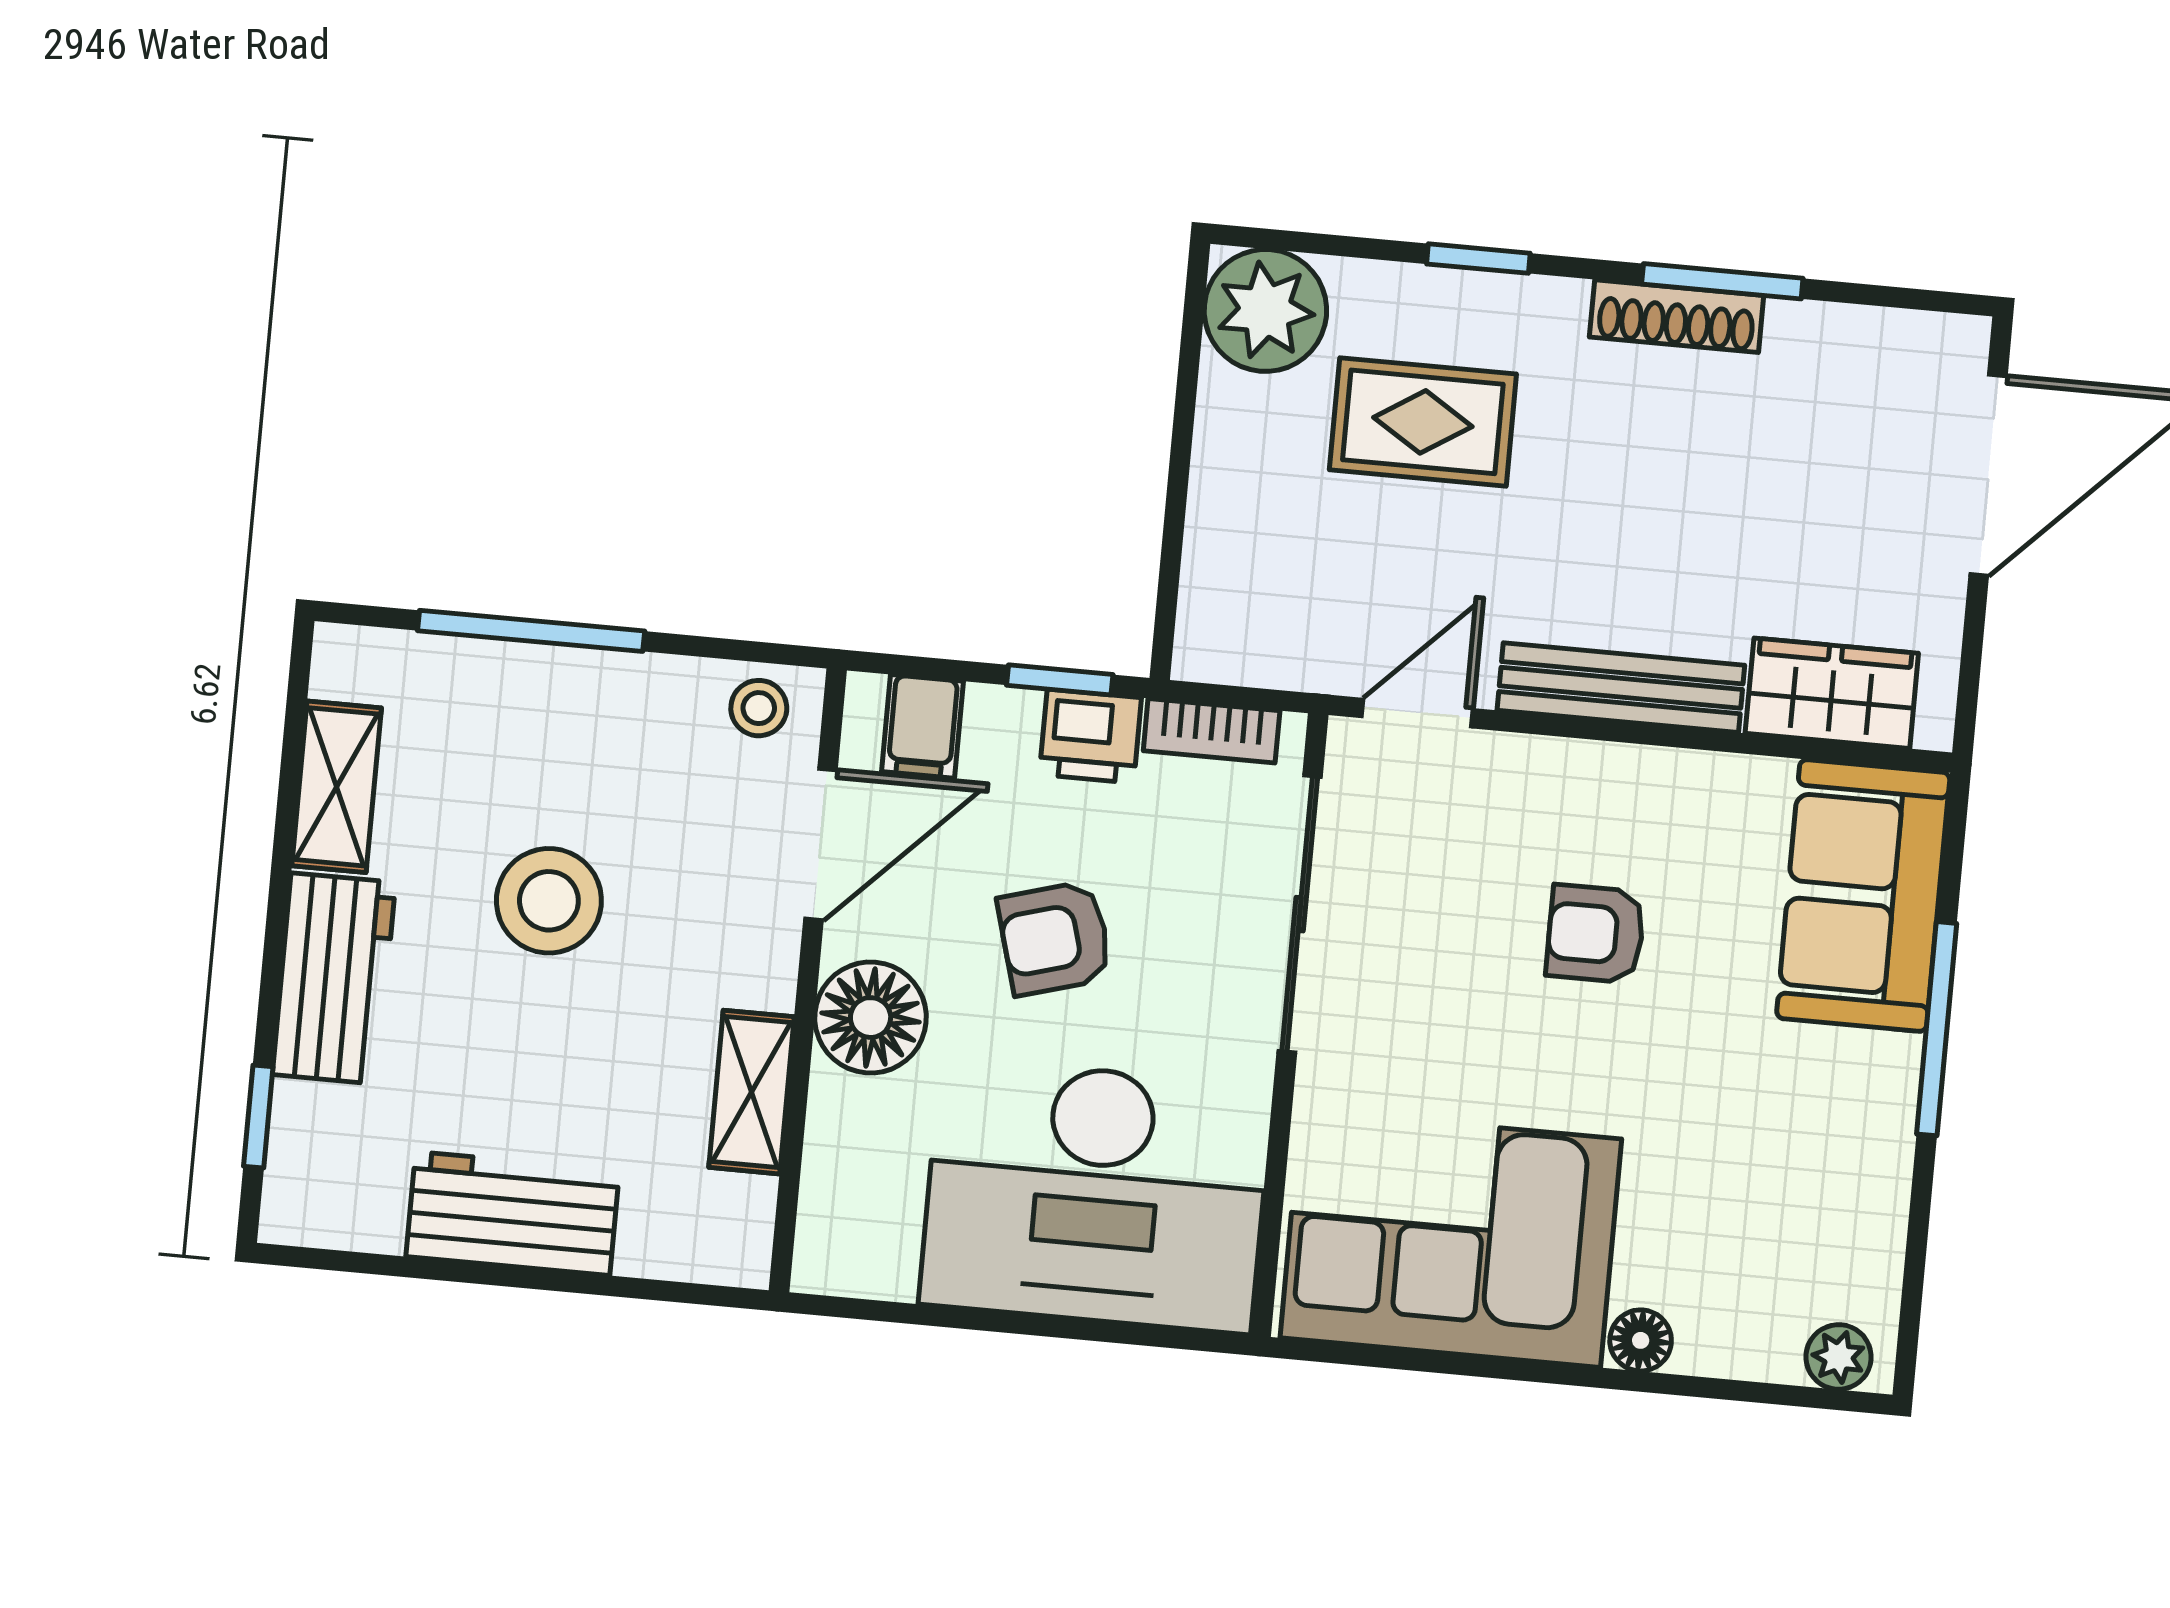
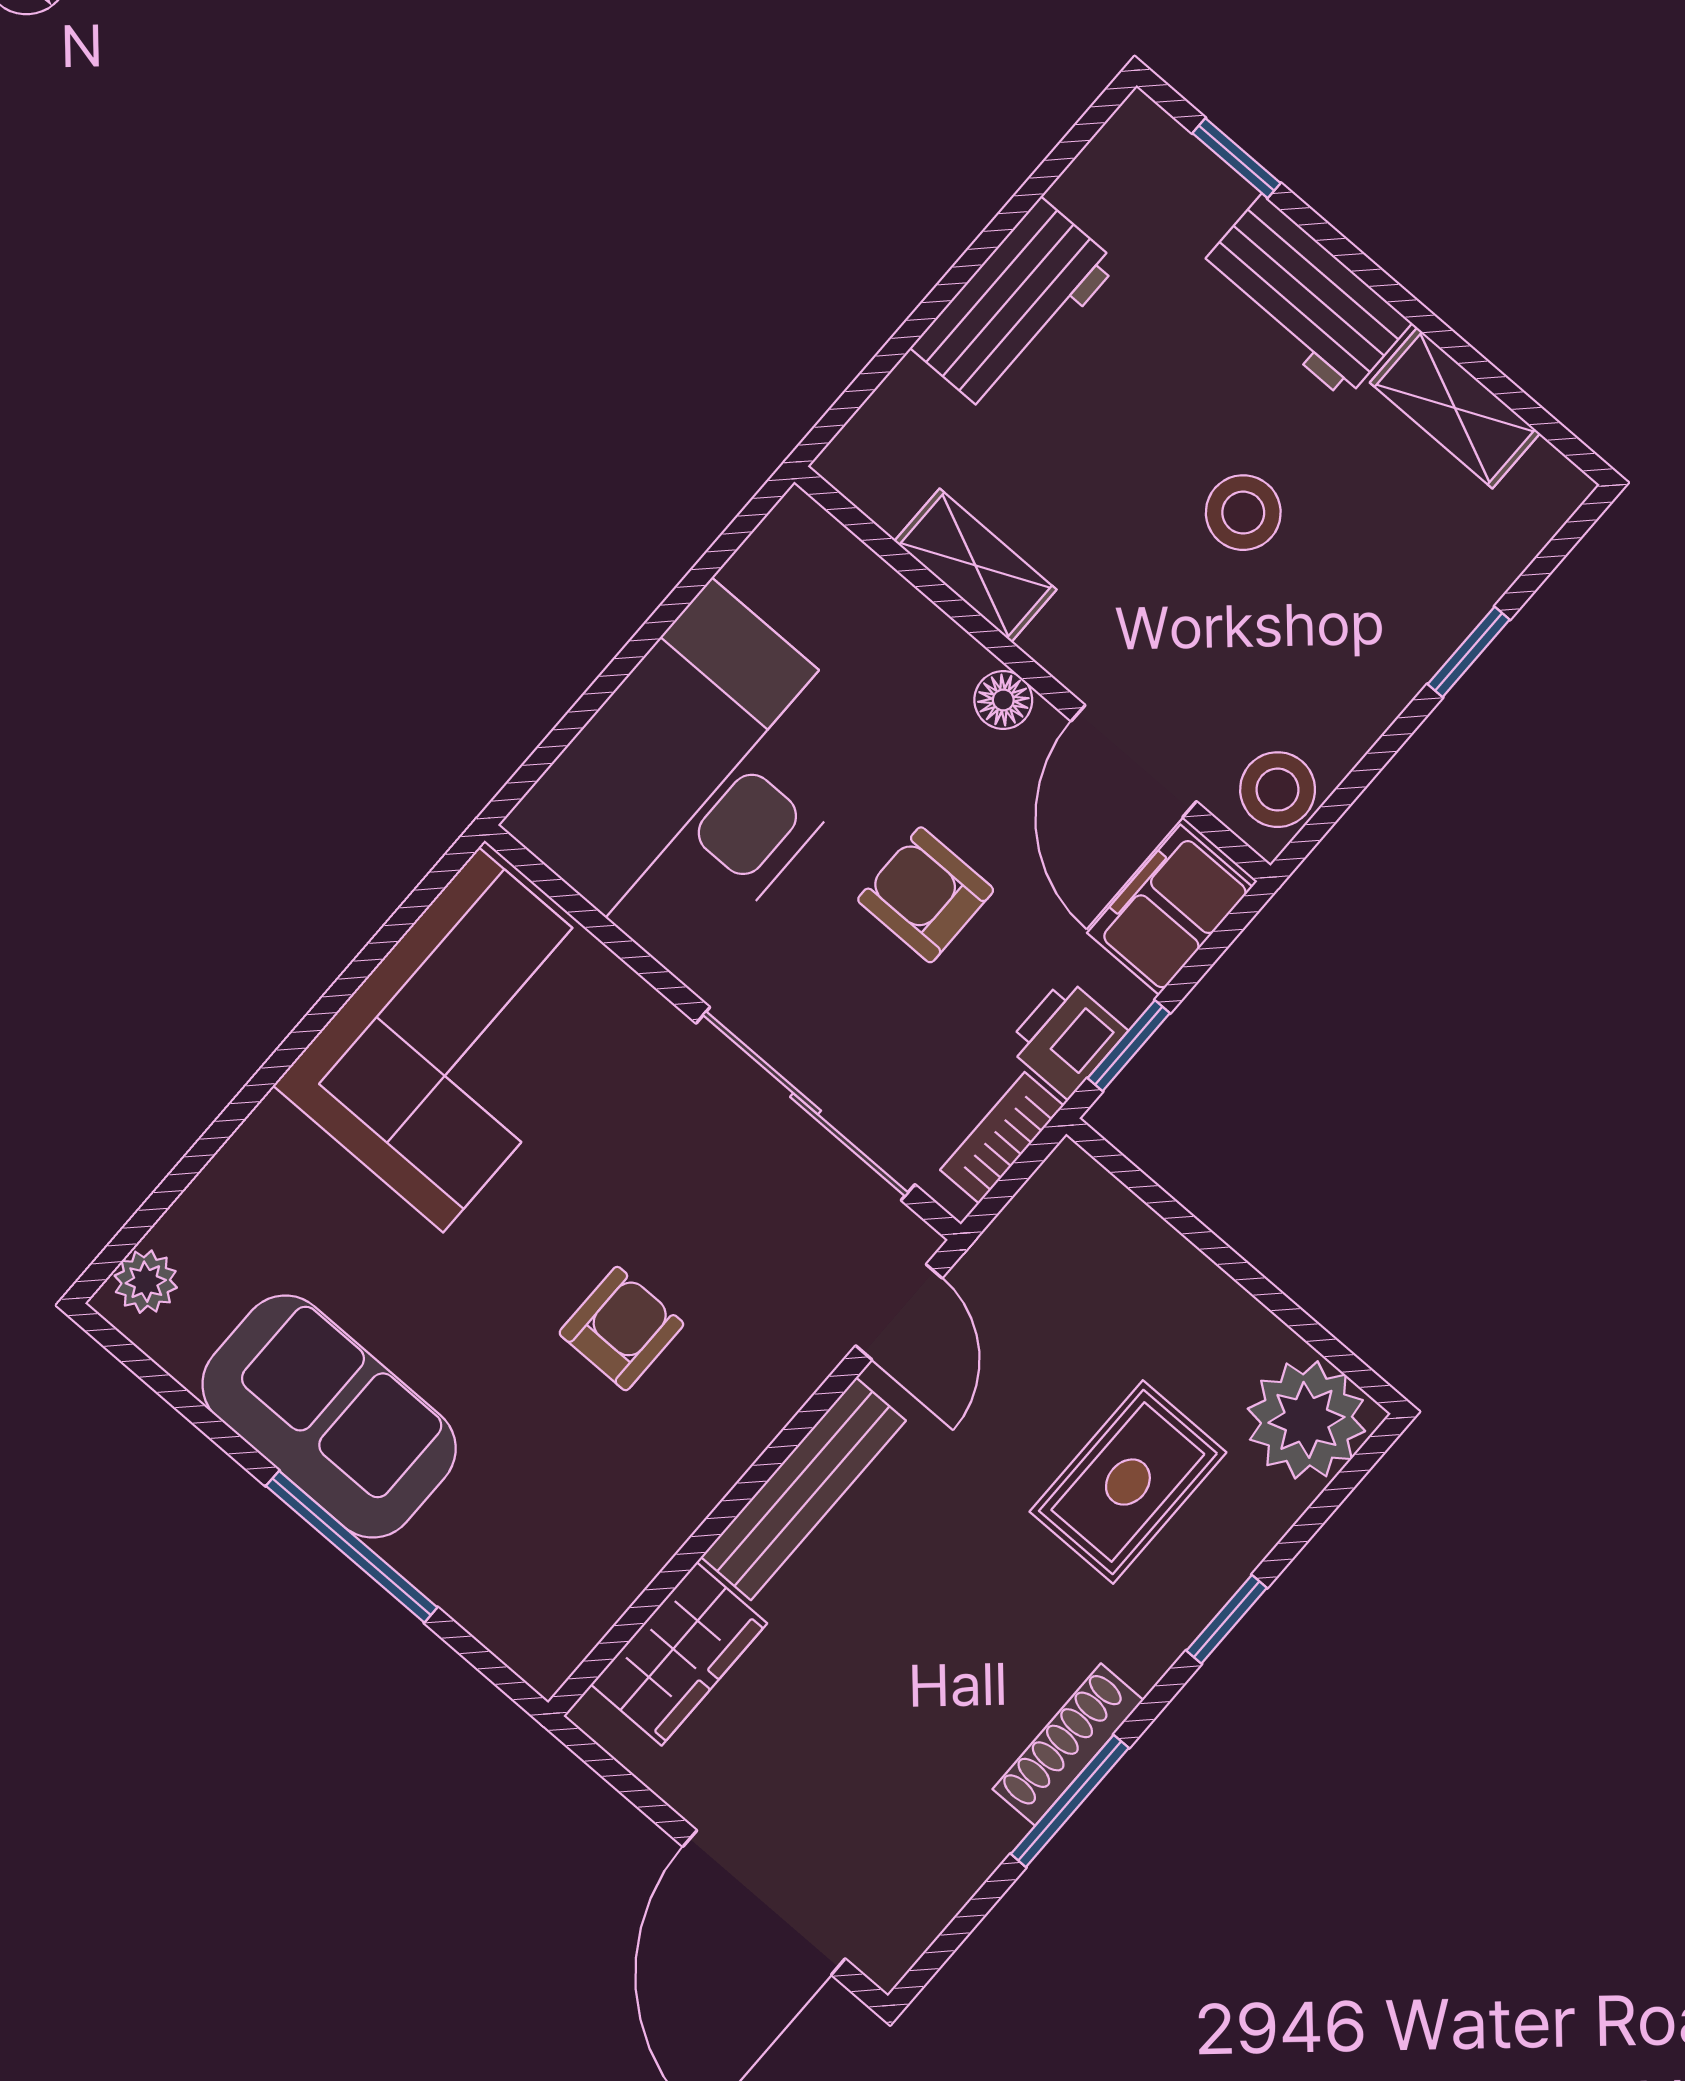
window: (531, 631) -> (1469, 652), width x0.46
stool: (759, 708) -> (1278, 790), width x1.37, depth x1.37
filing cabinet: (923, 726) -> (1170, 910), width x2.00
sofa: (1863, 895) -> (329, 1416), moved
stool: (549, 901) -> (1243, 513), width x0.73, depth x0.73
armchair: (1055, 938) -> (926, 895), turned -74
floor lamp: (871, 1018) -> (1003, 700), width x0.53, depth x0.53
floor lamp: (1641, 1340) -> (272, 1133), removed

